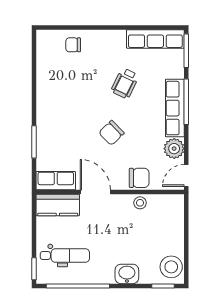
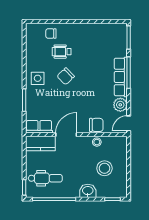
row of seats: (155, 39) -> (107, 29), removed
wheelchair: (125, 83) -> (62, 52), moved, turned 64
side table: (54, 110) -> (38, 78), added
chair: (111, 133) -> (66, 76), moved
door: (95, 192) -> (66, 135), hinge flipped
stool: (171, 267) -> (104, 168), moved

